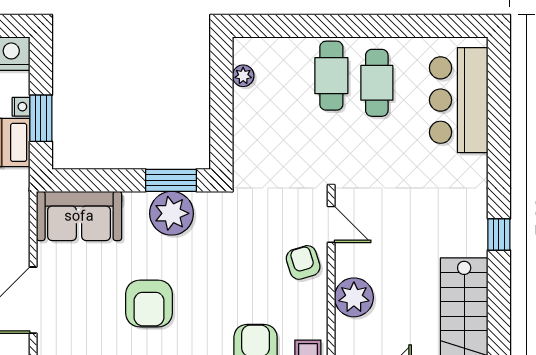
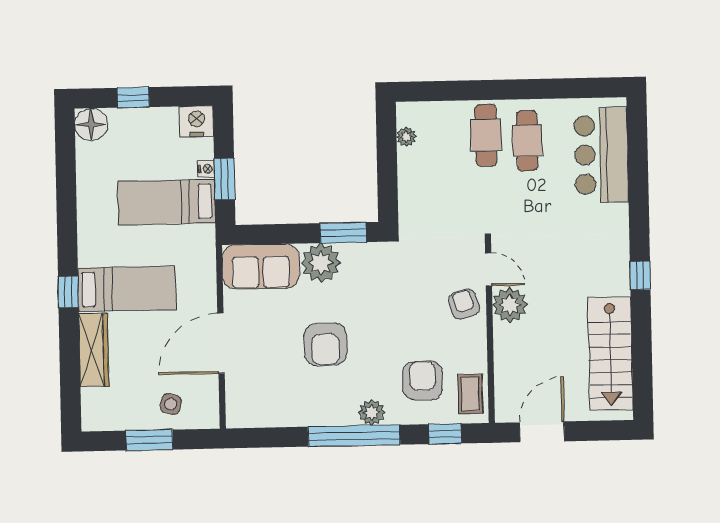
plant: (172, 213) -> (321, 263), moved
plant: (354, 297) -> (510, 305), moved

